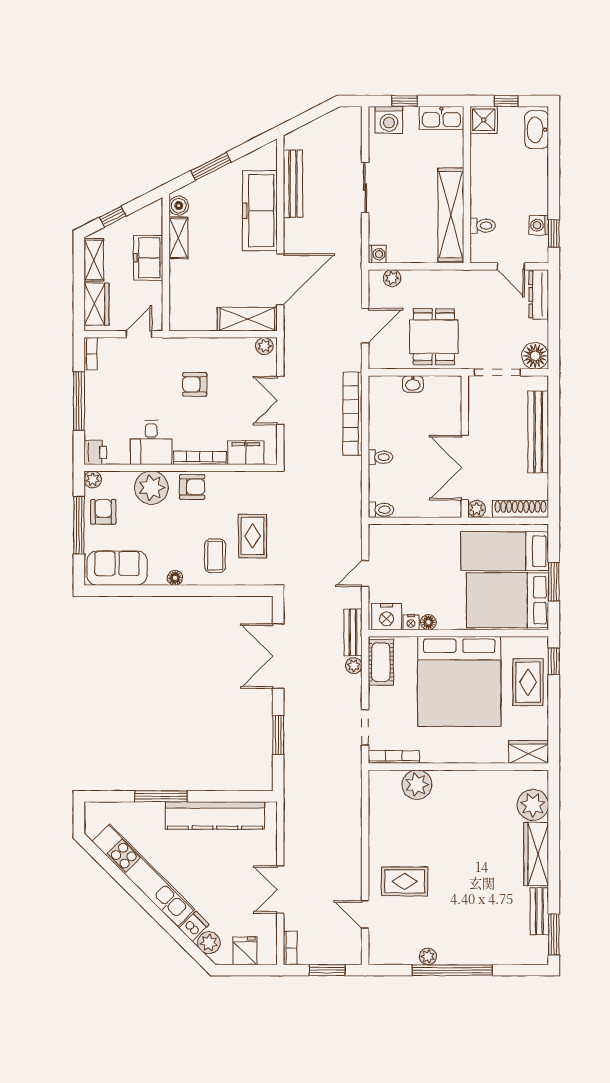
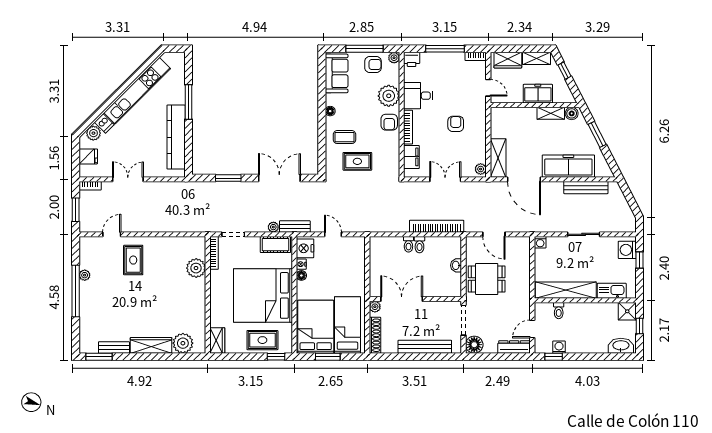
kitchen sink: (441, 118) -> (612, 291), moved, turned 90
plant: (392, 278) -> (525, 252), removed
toilet: (381, 510) -> (419, 245), moved

